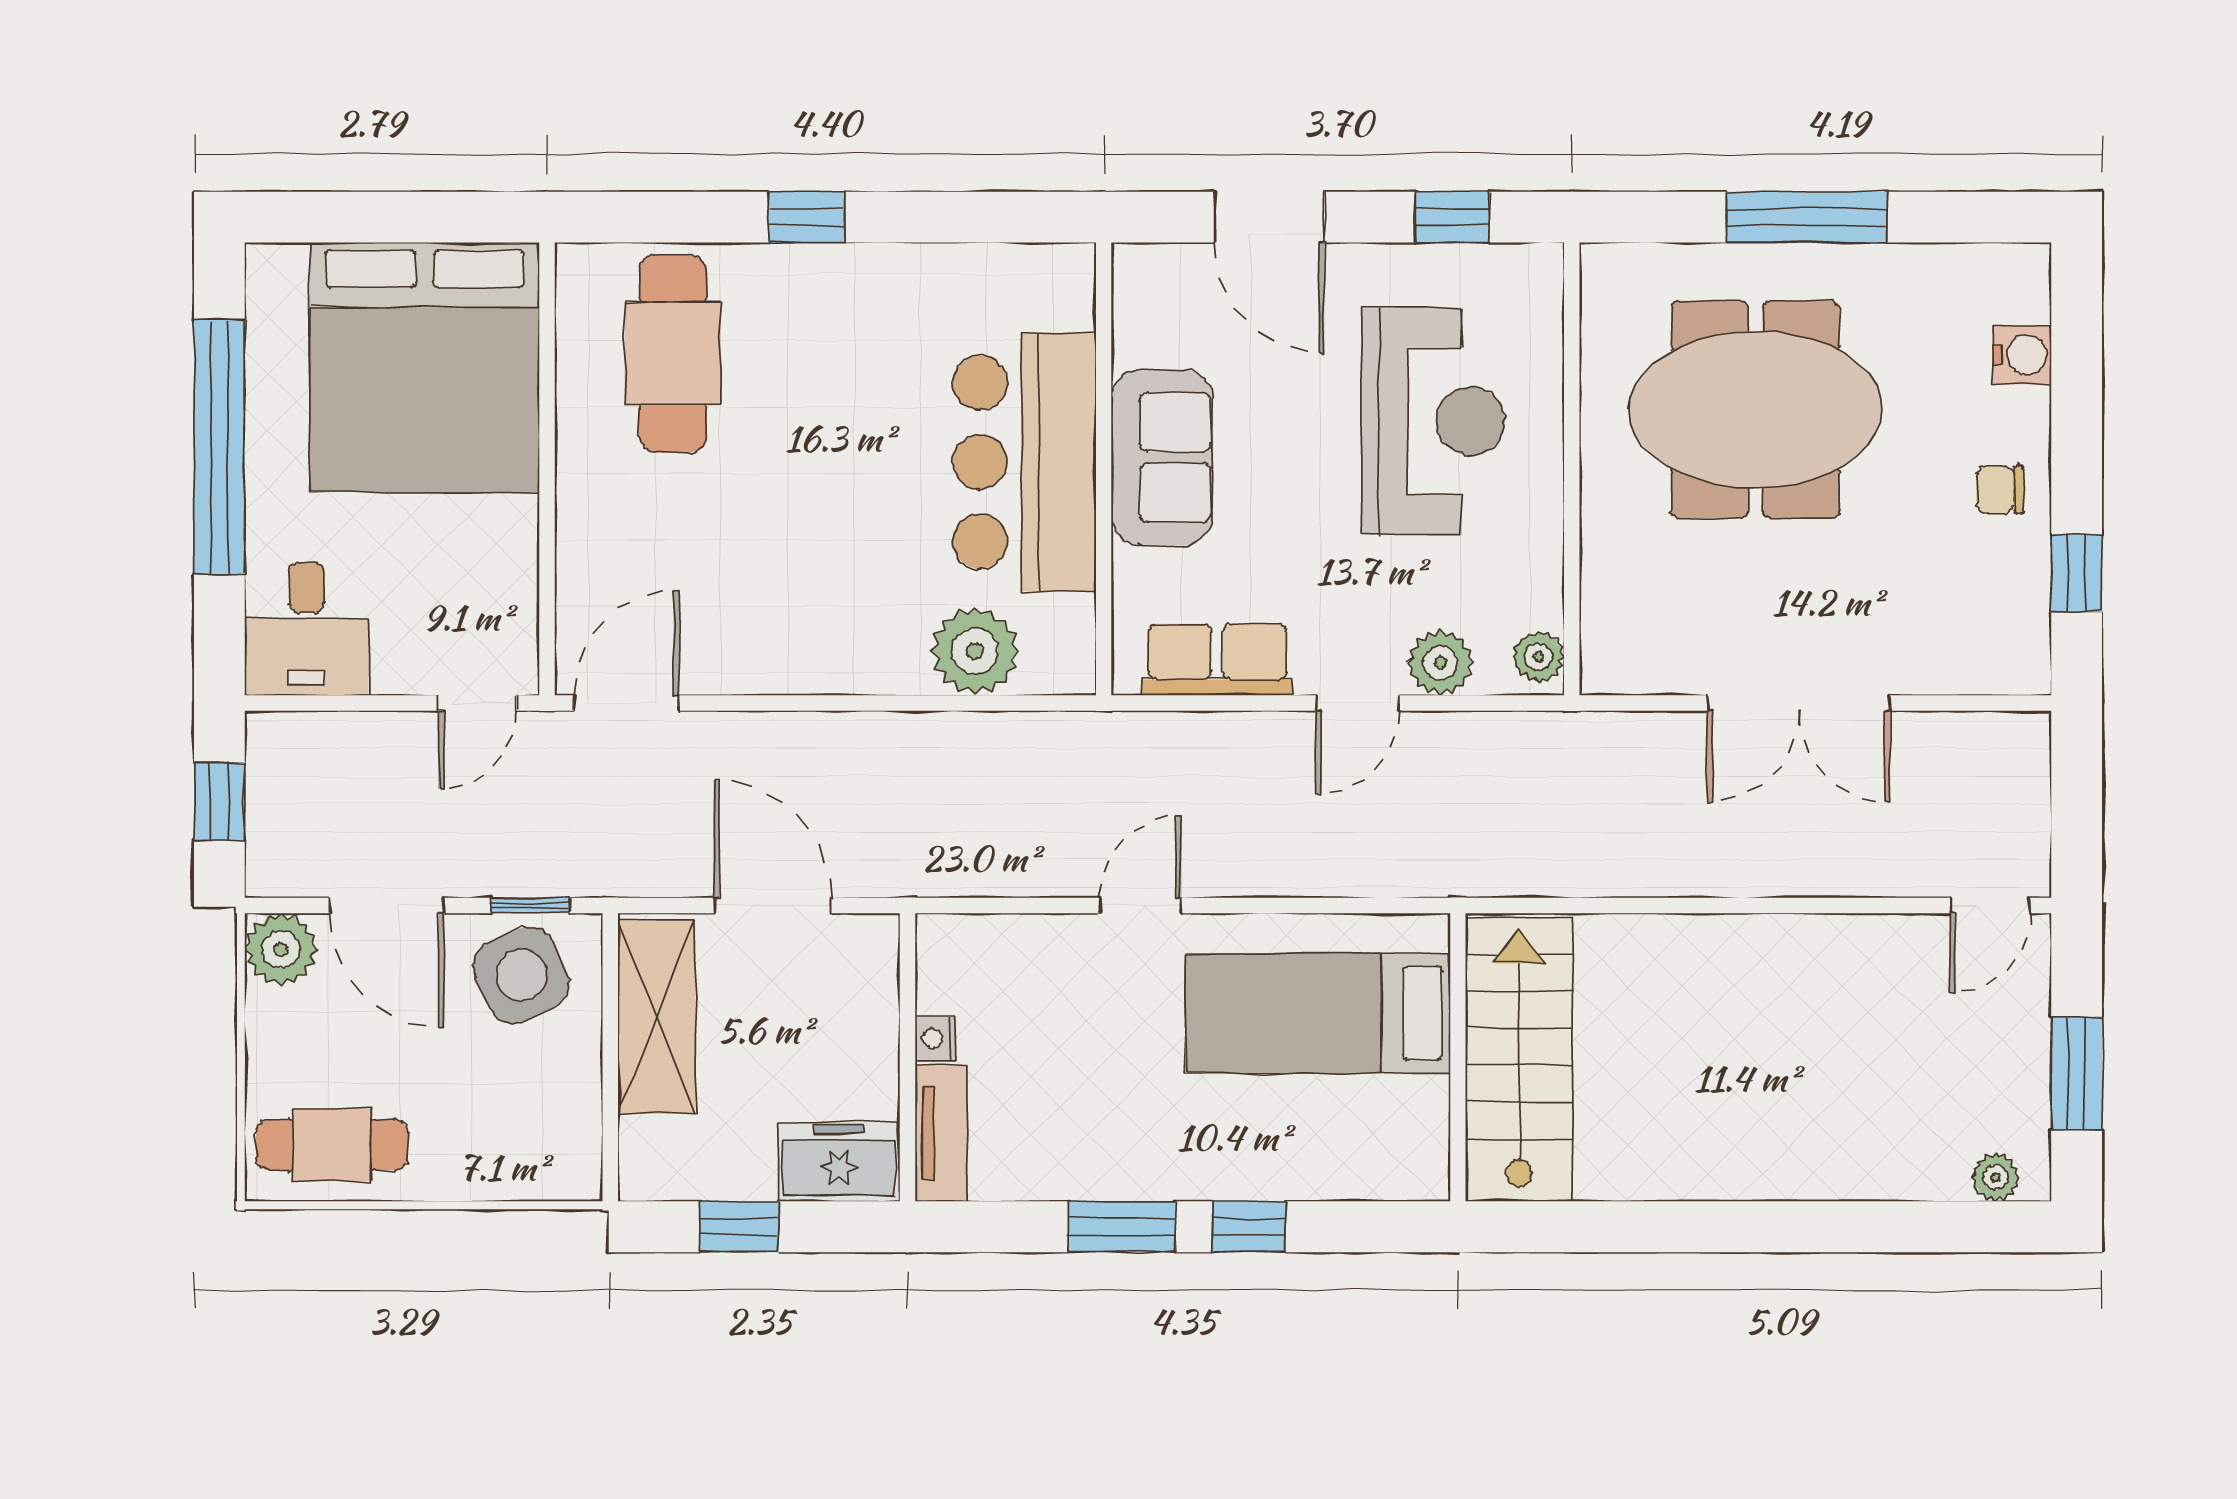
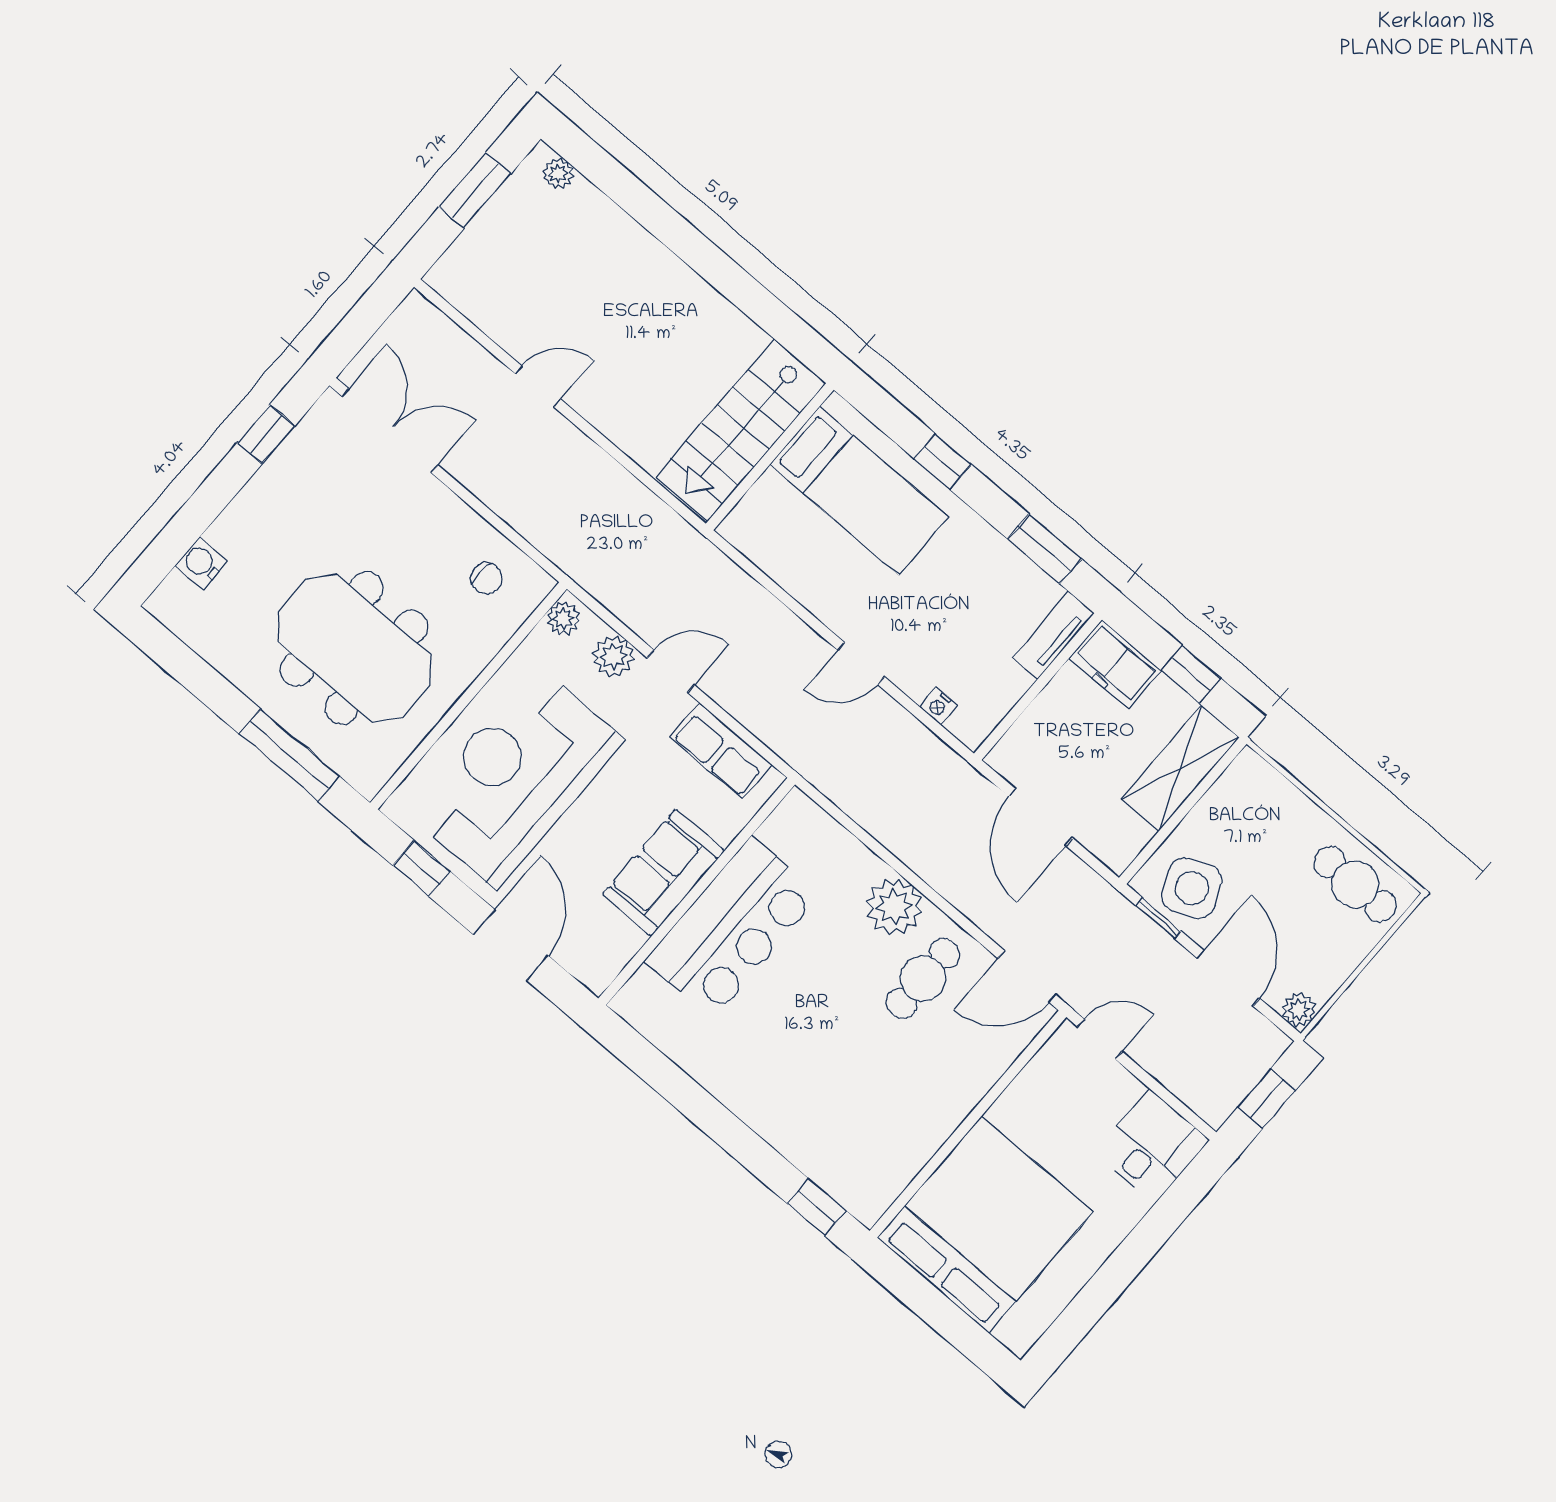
window: (807, 217) -> (817, 1207), moved
window: (1806, 217) -> (289, 755), moved
cafe table: (673, 353) -> (923, 978), moved, width x0.73, depth x0.74
reception desk: (1433, 421) -> (516, 777), width x1.36, depth x1.30
window: (219, 447) -> (1119, 1271), removed
chair: (2000, 490) -> (487, 578), moved
plant: (975, 651) -> (894, 907), moved
double door: (1799, 703) -> (390, 431), moved
door: (1990, 905) -> (538, 386), moved
plant: (281, 949) -> (1299, 1010), width x0.73, depth x0.73
bed: (1318, 1013) -> (859, 491), moved
shelving: (657, 1017) -> (1180, 768), moved
nightstand: (936, 1038) -> (939, 706), moved, turned 90
window: (1122, 1227) -> (1044, 549), moved

